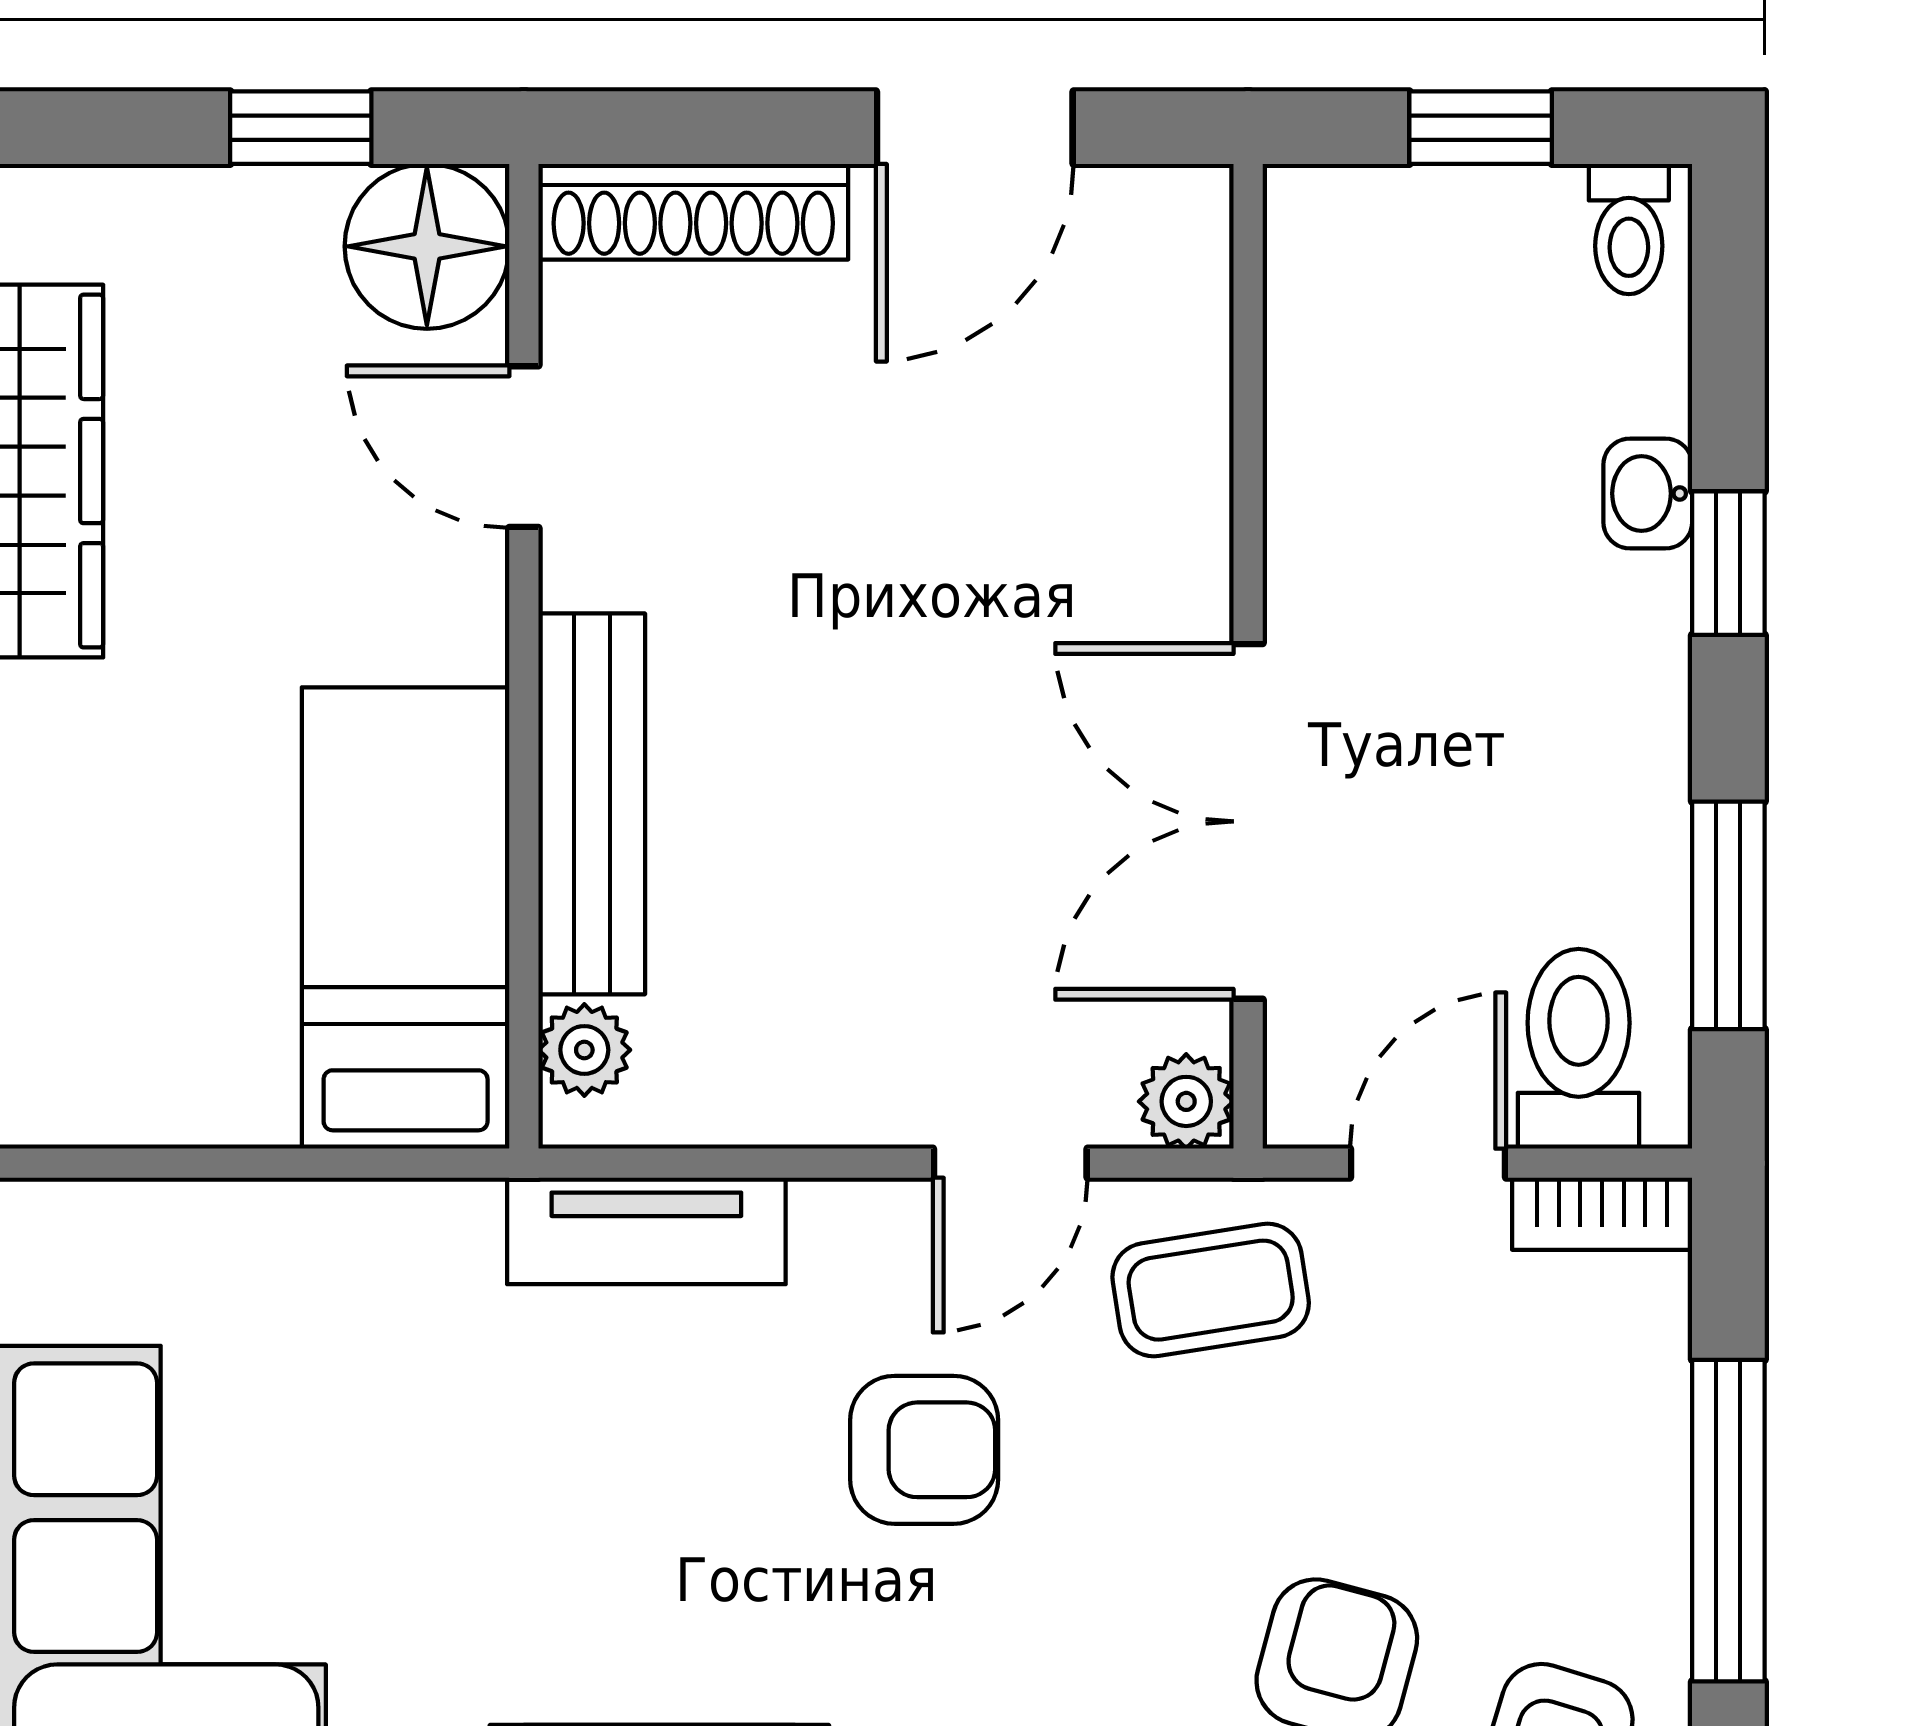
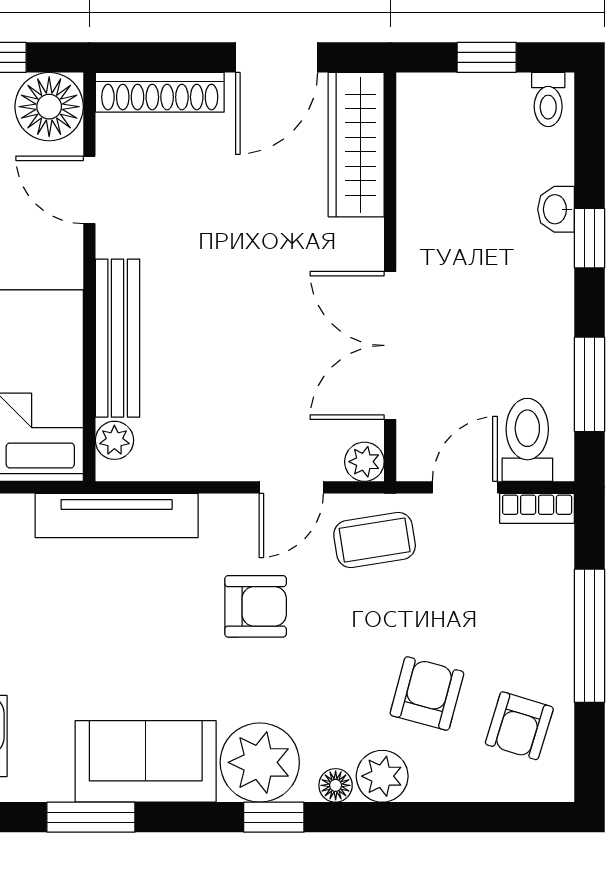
wardrobe: (1166, 338) -> (356, 145), added
tv unit: (646, 1231) -> (117, 515), width x1.41

